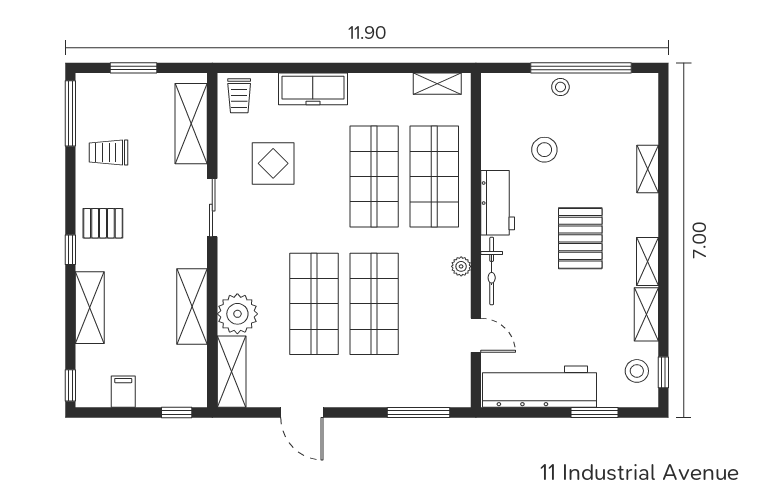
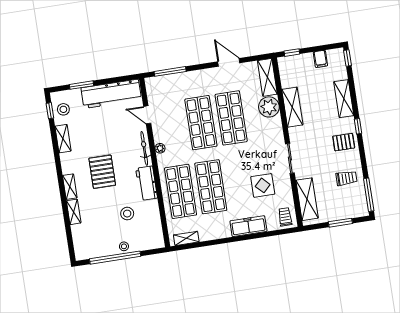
shelving: (648, 262) -> (70, 187), moved

